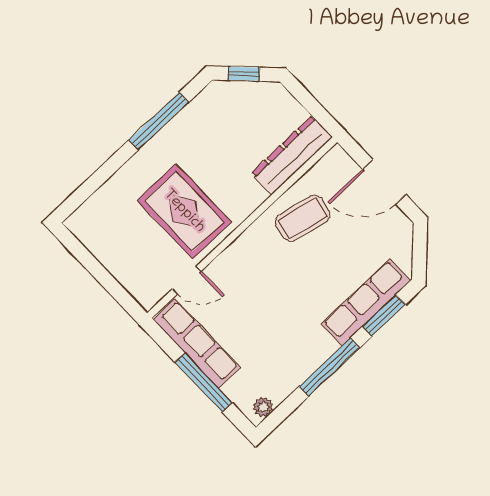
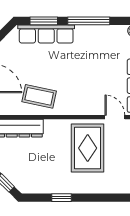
window: (159, 121) -> (61, 198), width x0.46

